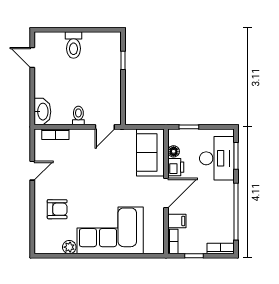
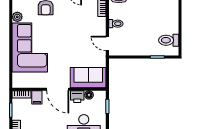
toilet: (74, 45) -> (169, 40), moved

